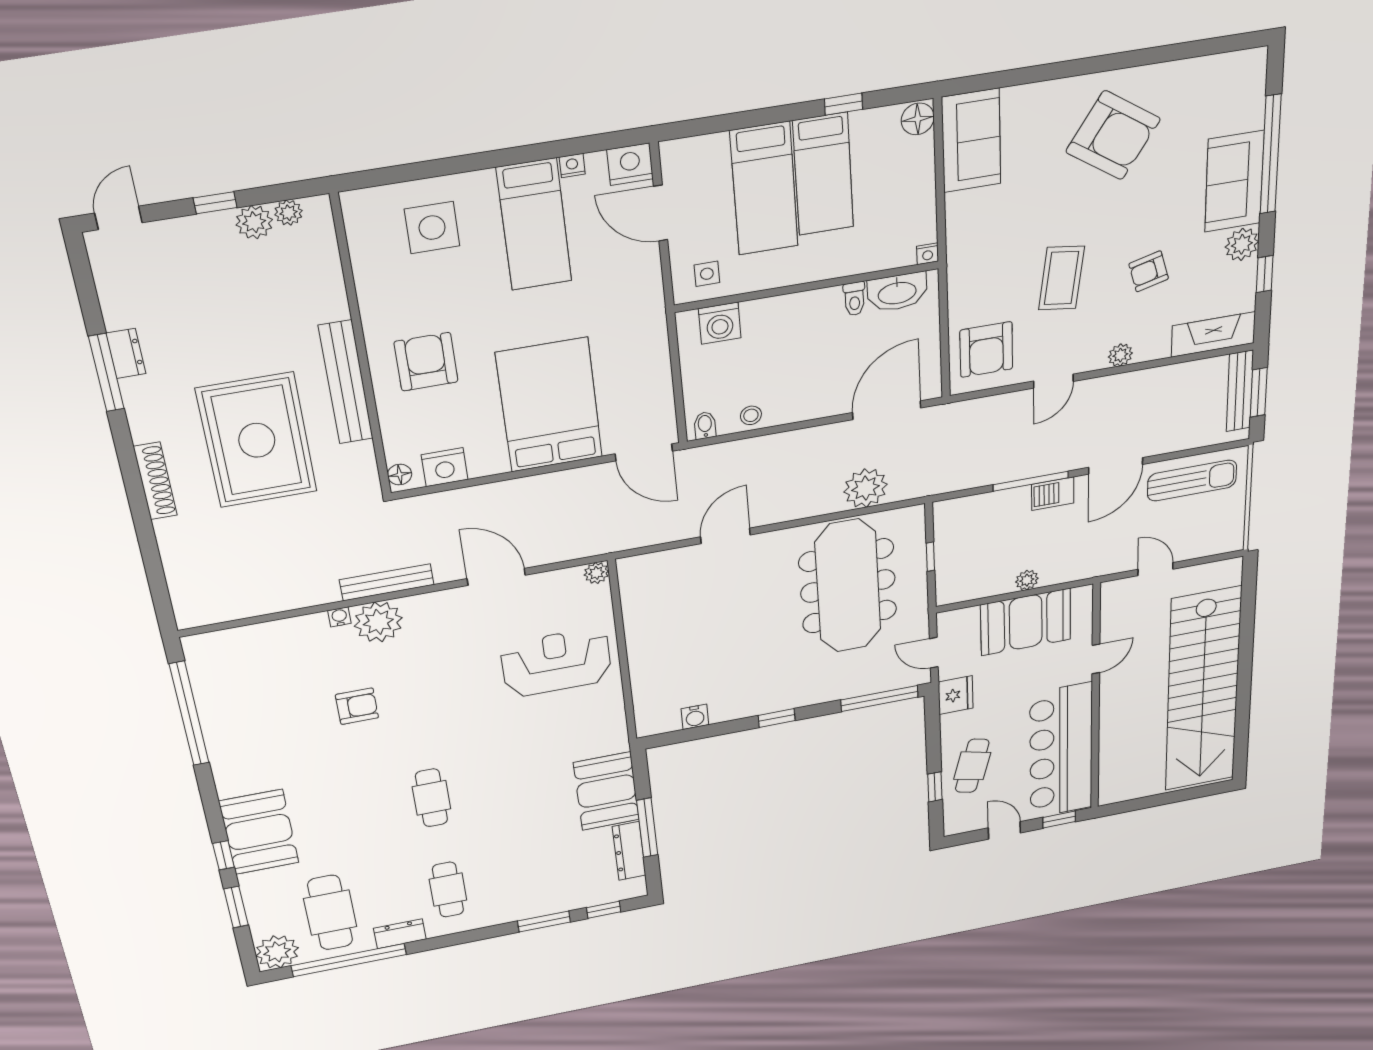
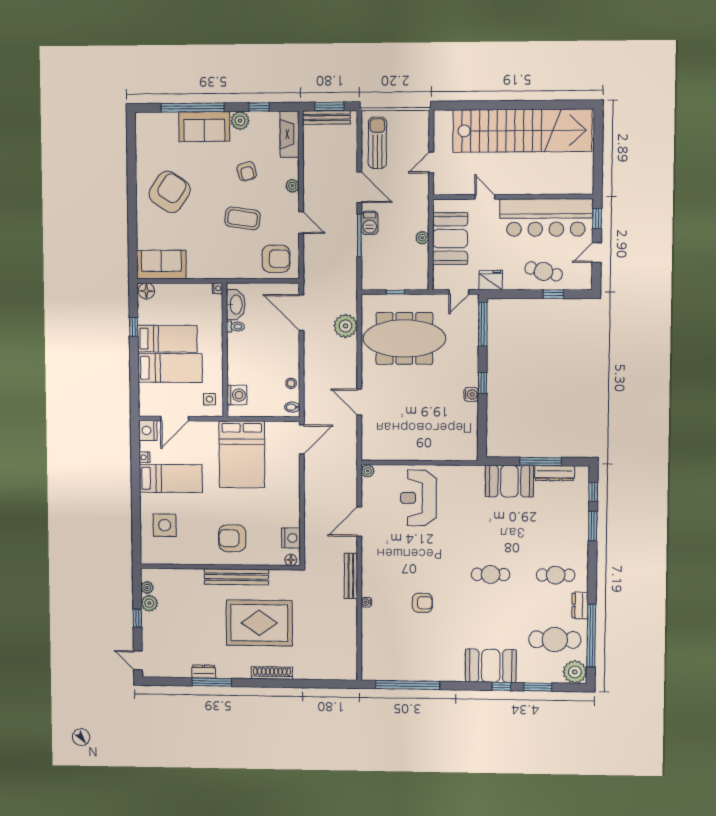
bed: (549, 405) -> (242, 454), moved, turned -90
plant: (378, 622) -> (373, 584), removed
armchair: (357, 706) -> (422, 603), turned 90
water cooler: (695, 717) -> (471, 394), moved

